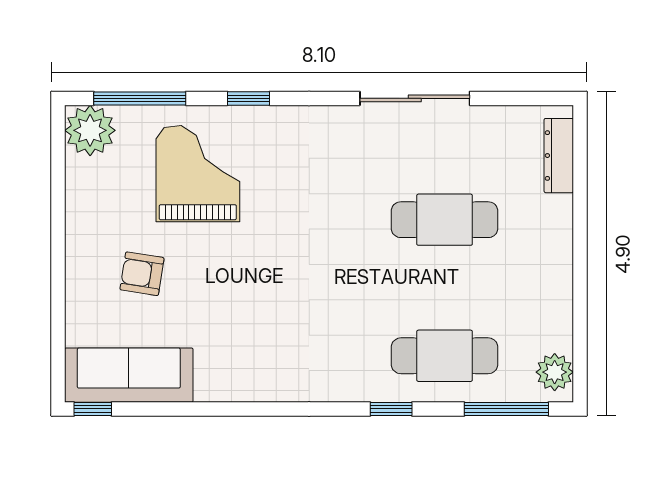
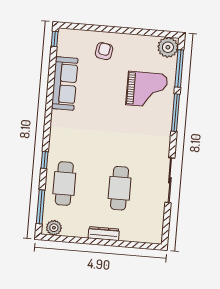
window: (249, 98) -> (176, 113), width x2.17
dresser: (559, 156) -> (104, 234), moved
armchair: (142, 274) -> (104, 51), moved
sofa: (129, 375) -> (65, 83), moved

